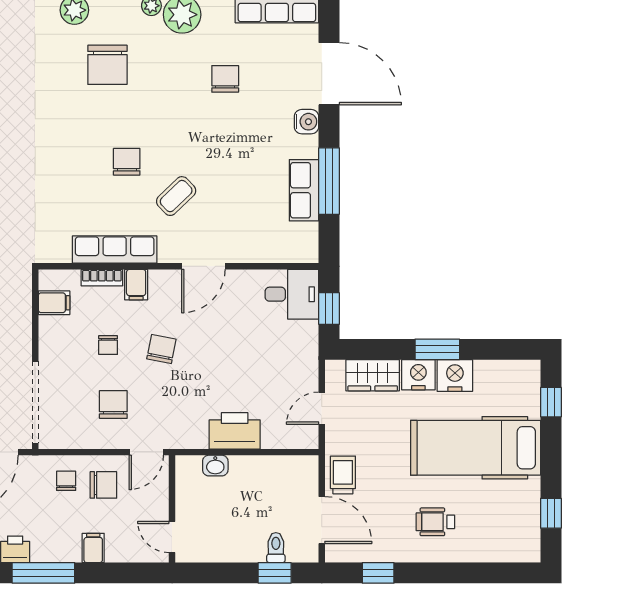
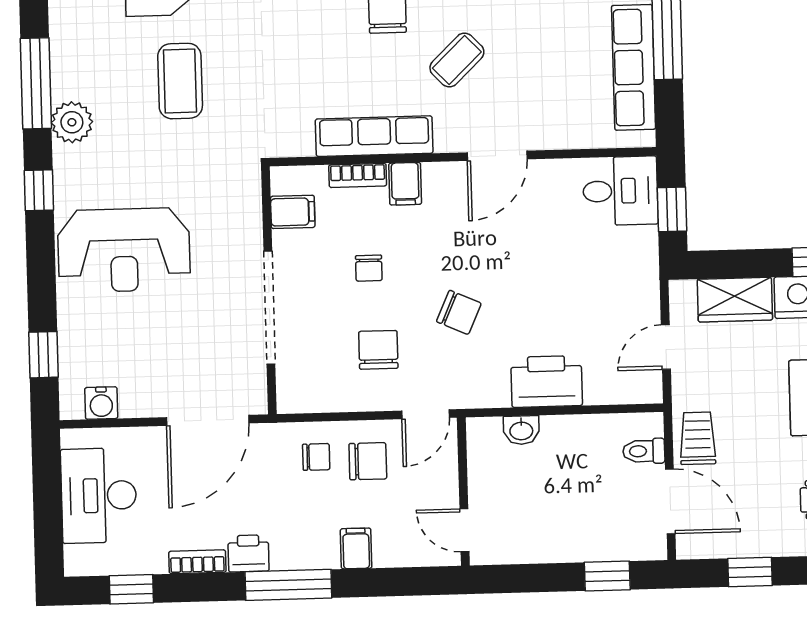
row of seats: (304, 190) -> (634, 67), width x1.48
chair: (161, 349) -> (459, 312), moved, turned 103
doorway: (35, 402) -> (269, 307), moved
chair: (66, 481) -> (316, 457), turned 90
toilet: (276, 548) -> (644, 451), moved, turned -90

